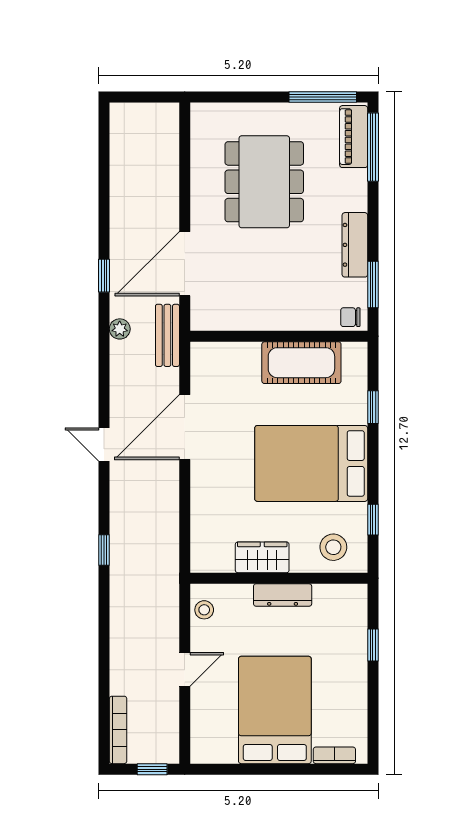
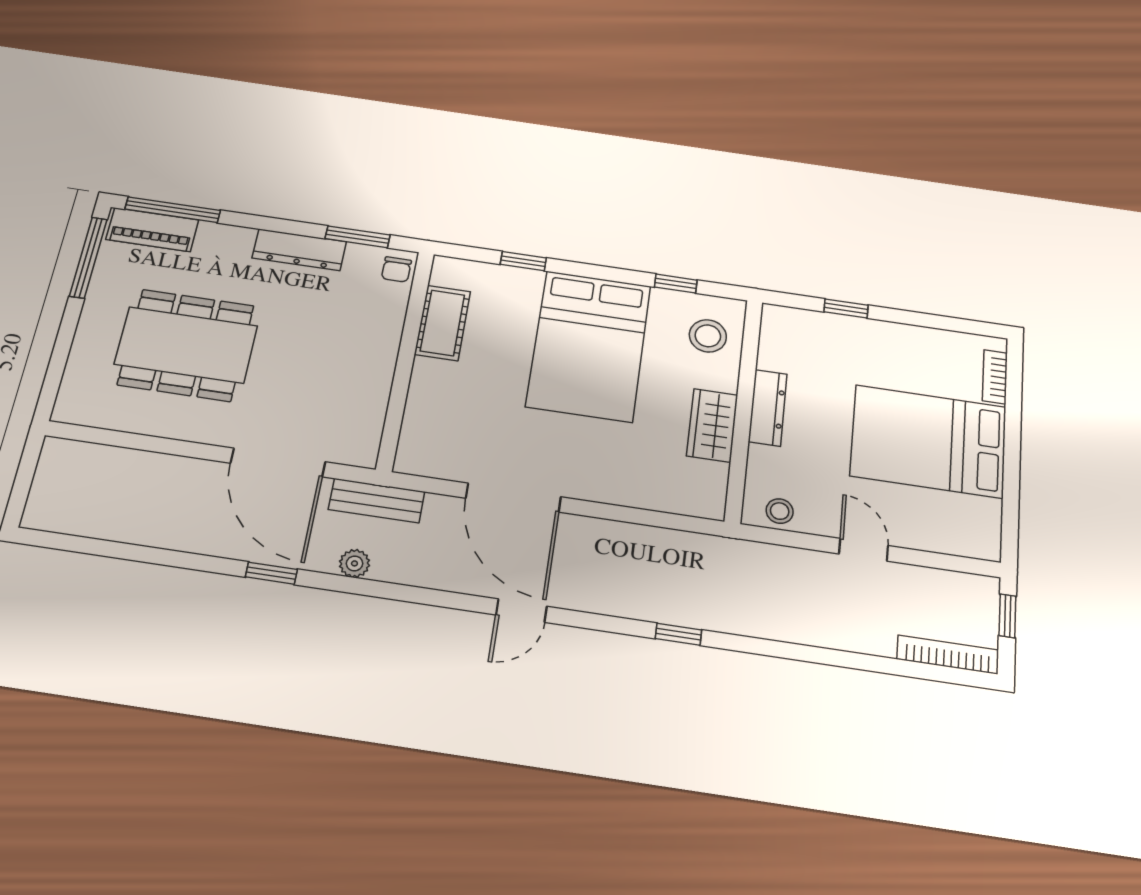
cot: (301, 363) -> (443, 323), width x0.73, depth x0.75

